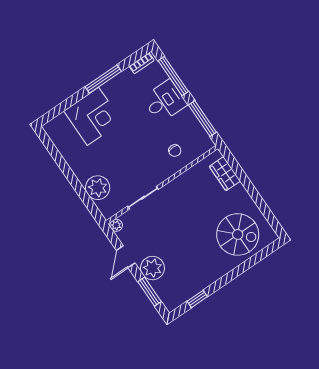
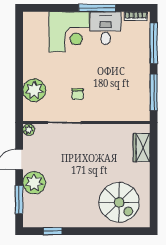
desk: (165, 101) -> (106, 28), moved, turned -90
chair: (175, 151) -> (78, 94), moved

